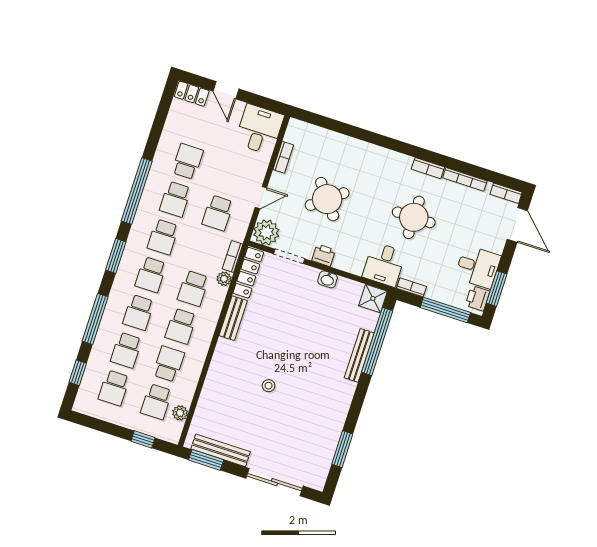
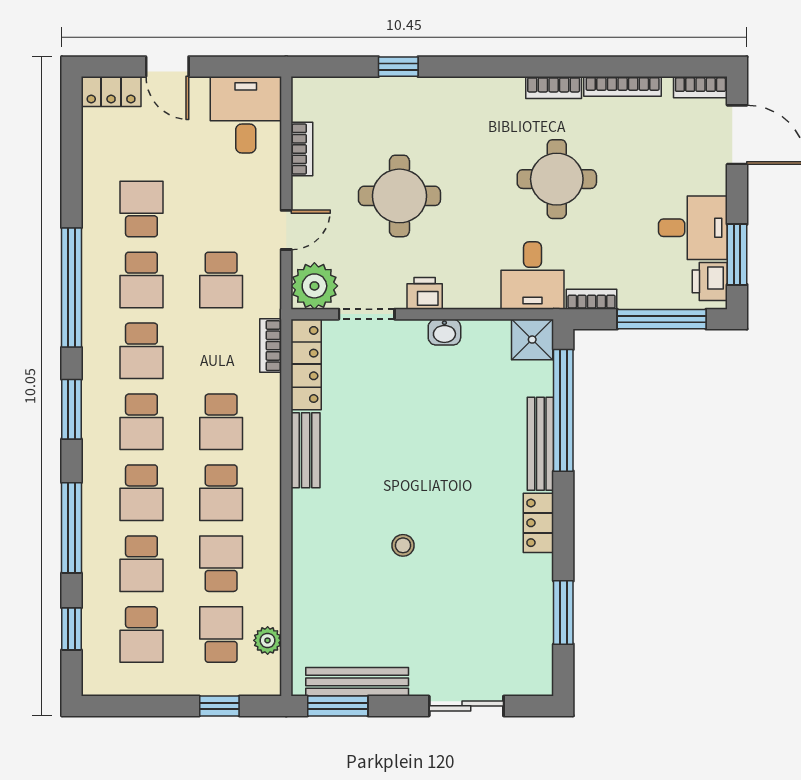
window: (349, 130) -> (398, 67), added
round table: (327, 199) -> (399, 196), turned 38
plant: (224, 279) -> (268, 388), removed
locker: (345, 397) -> (538, 523), added
school desk: (156, 402) -> (221, 635), turned 180
sliding door: (274, 482) -> (466, 706), width x0.73

